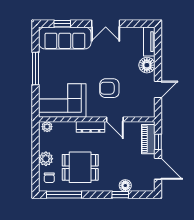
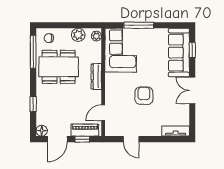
floor lamp: (147, 65) -> (154, 129), removed
window: (35, 68) -> (139, 25), moved
armchair: (109, 88) -> (144, 96), moved
door: (115, 119) -> (103, 113), moved
plant: (46, 159) -> (78, 35), moved
dining table: (80, 167) -> (59, 67), width x1.37
floor lamp: (125, 186) -> (42, 131), moved

